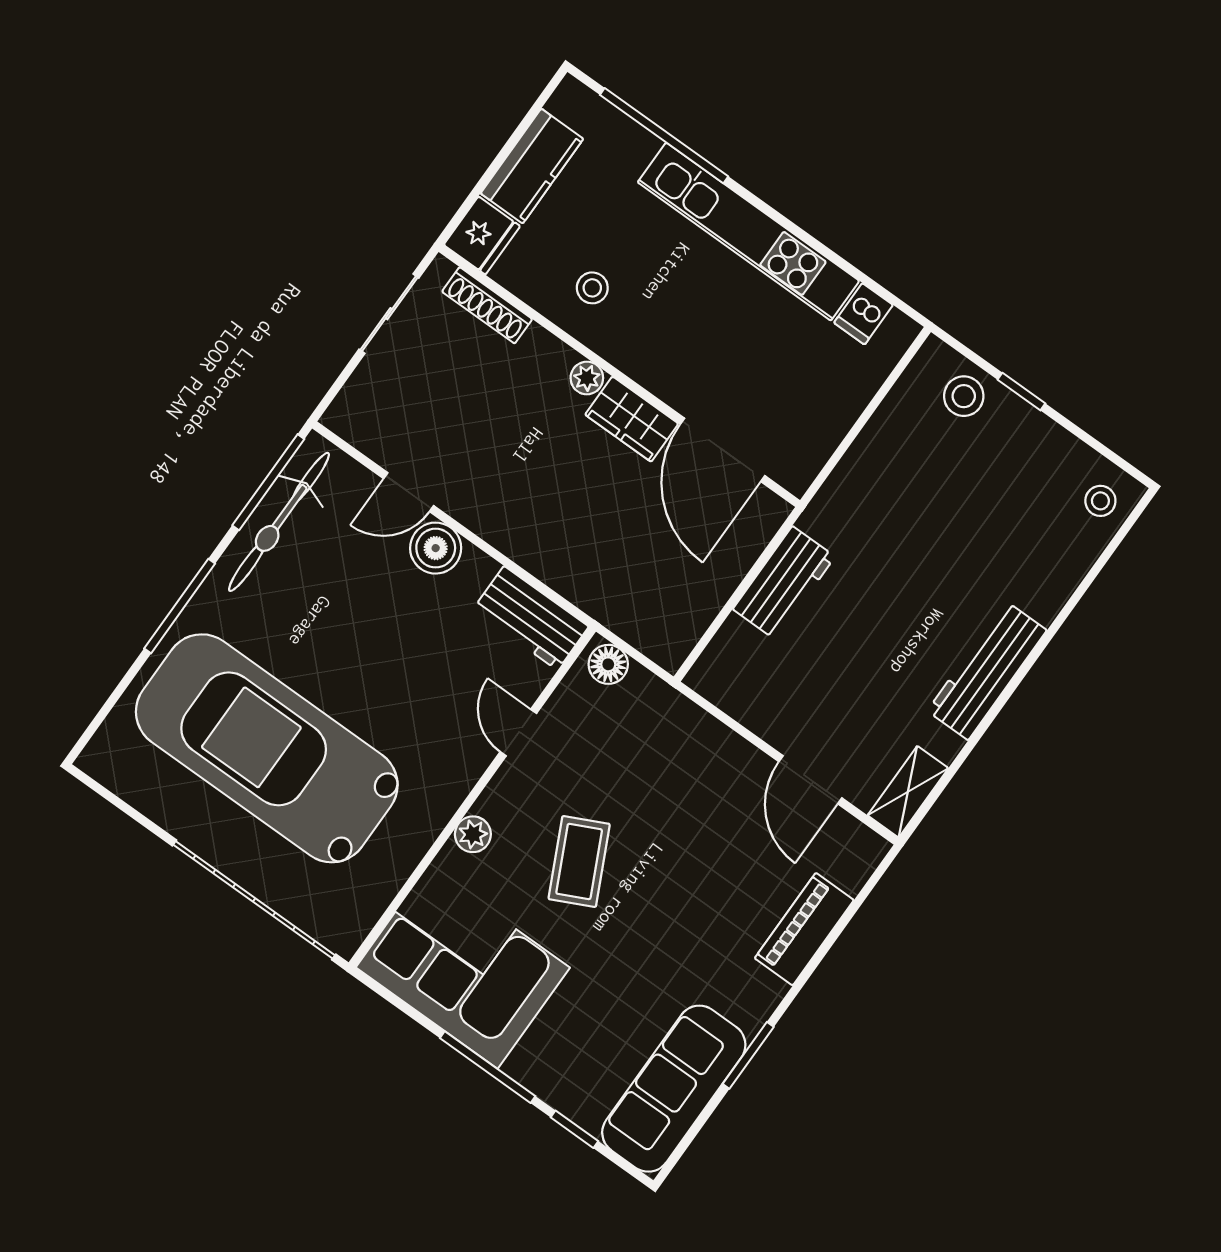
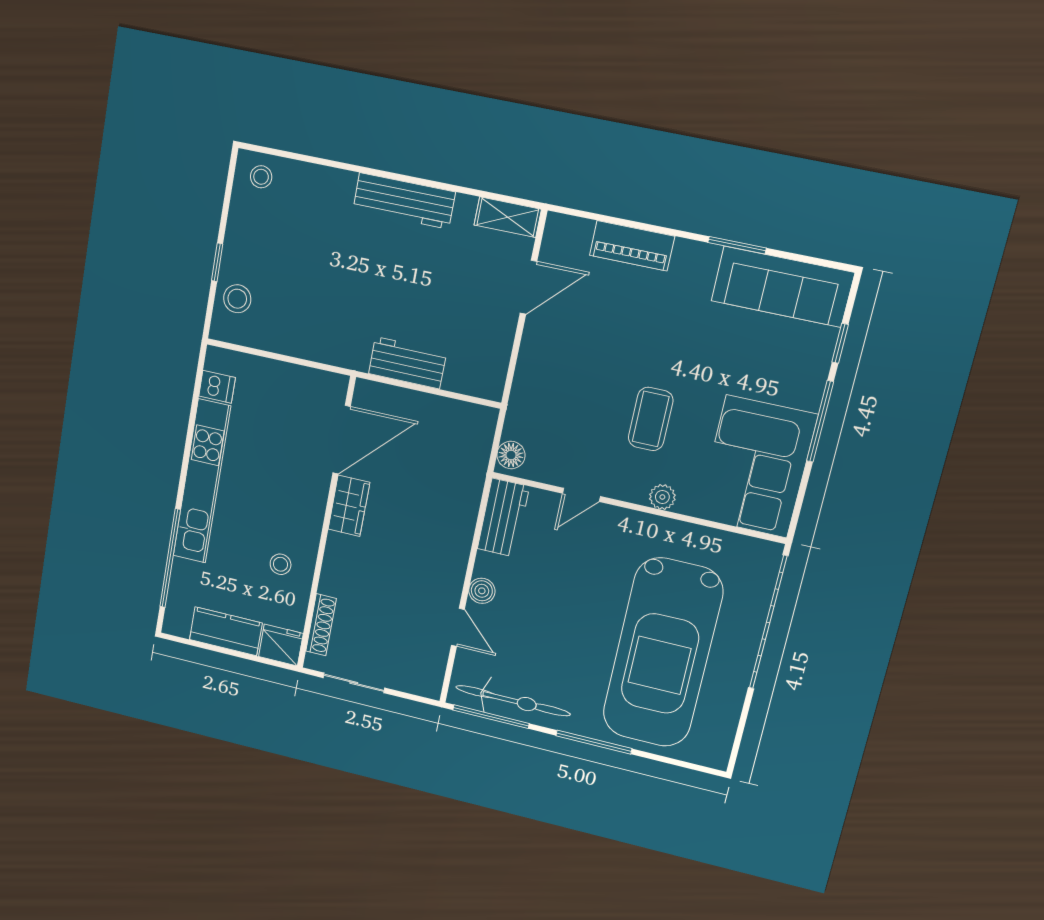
plant: (587, 378) -> (337, 545), removed
boiler: (436, 548) -> (482, 591), width x0.73, depth x0.73
coffee table: (579, 861) -> (651, 419), turned -64

